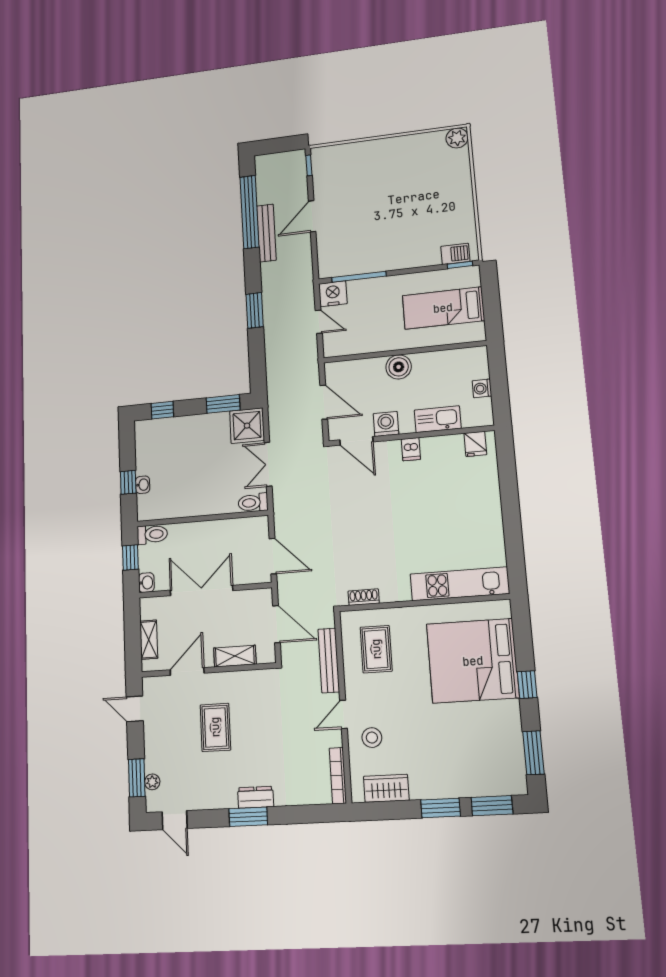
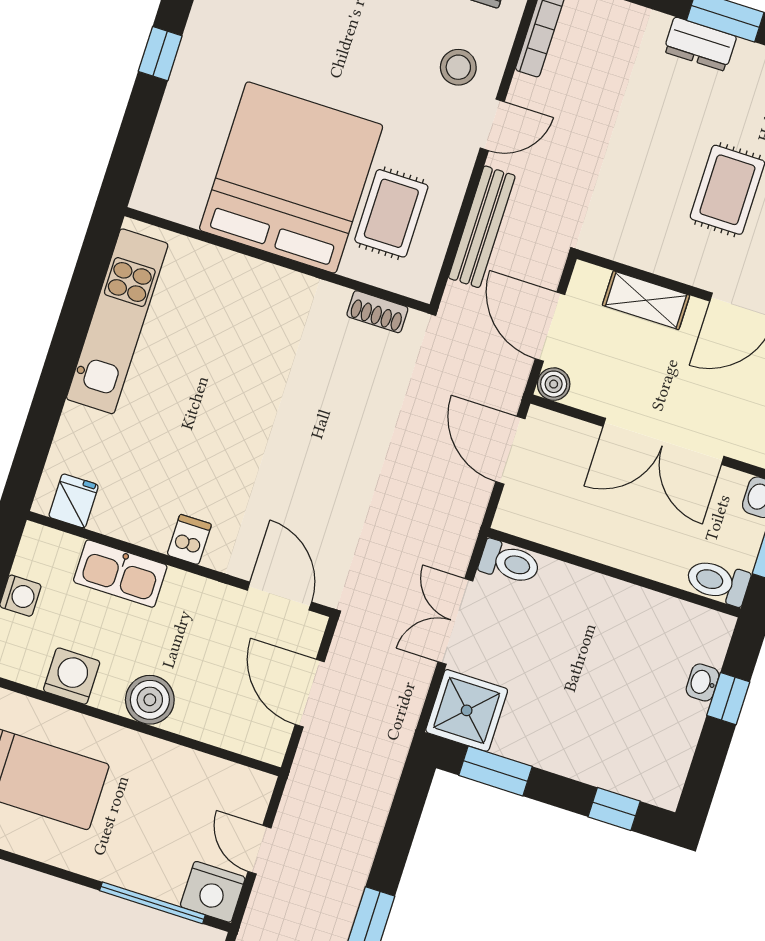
washing machine: (386, 424) -> (72, 676), moved, turned 180
double door: (268, 464) -> (455, 621), swing flipped
kitchen unit: (460, 584) -> (117, 321), moved, turned -90
boiler: (264, 597) -> (554, 384), added
bed: (473, 661) -> (291, 177), moved, turned -90

